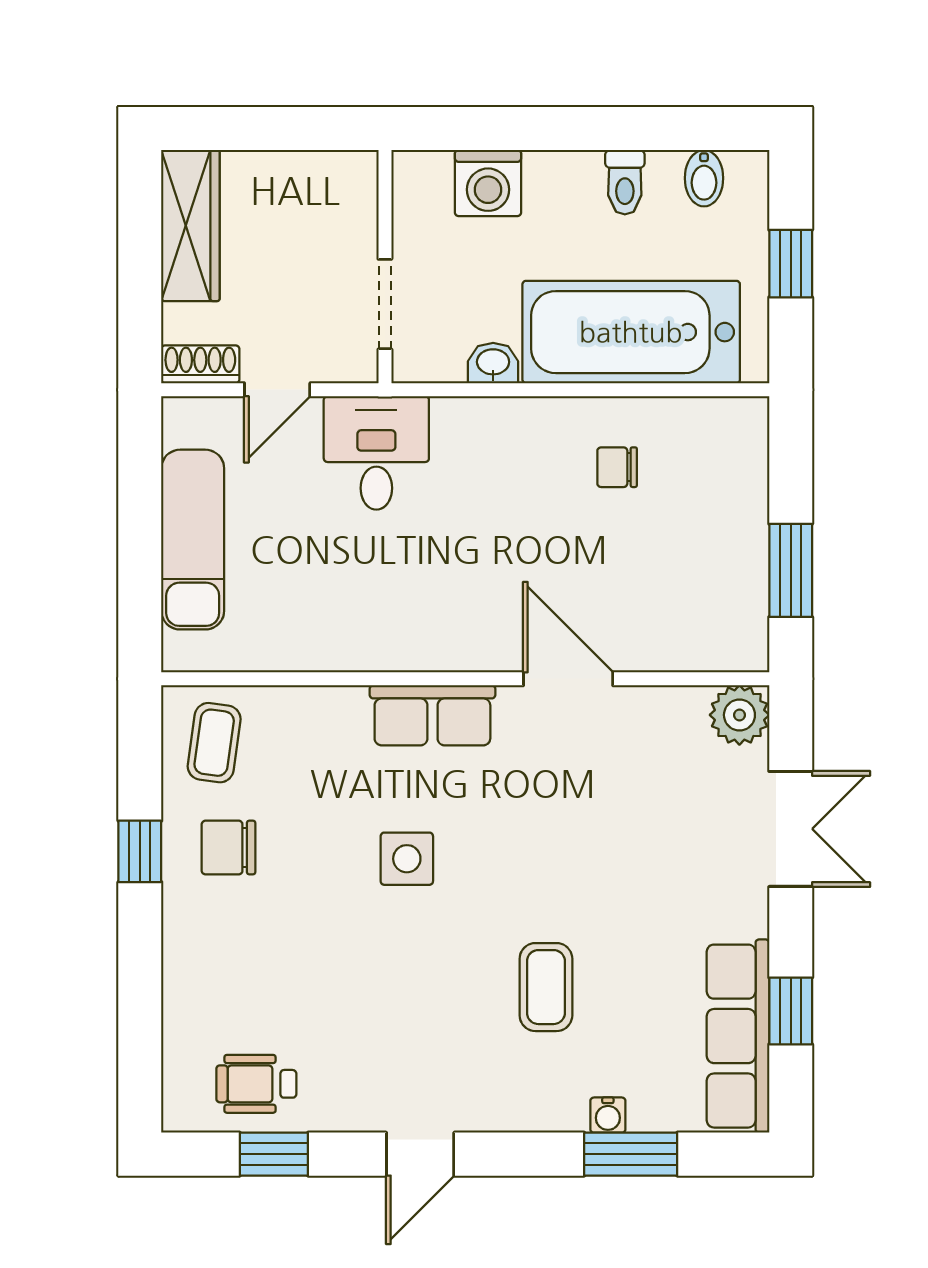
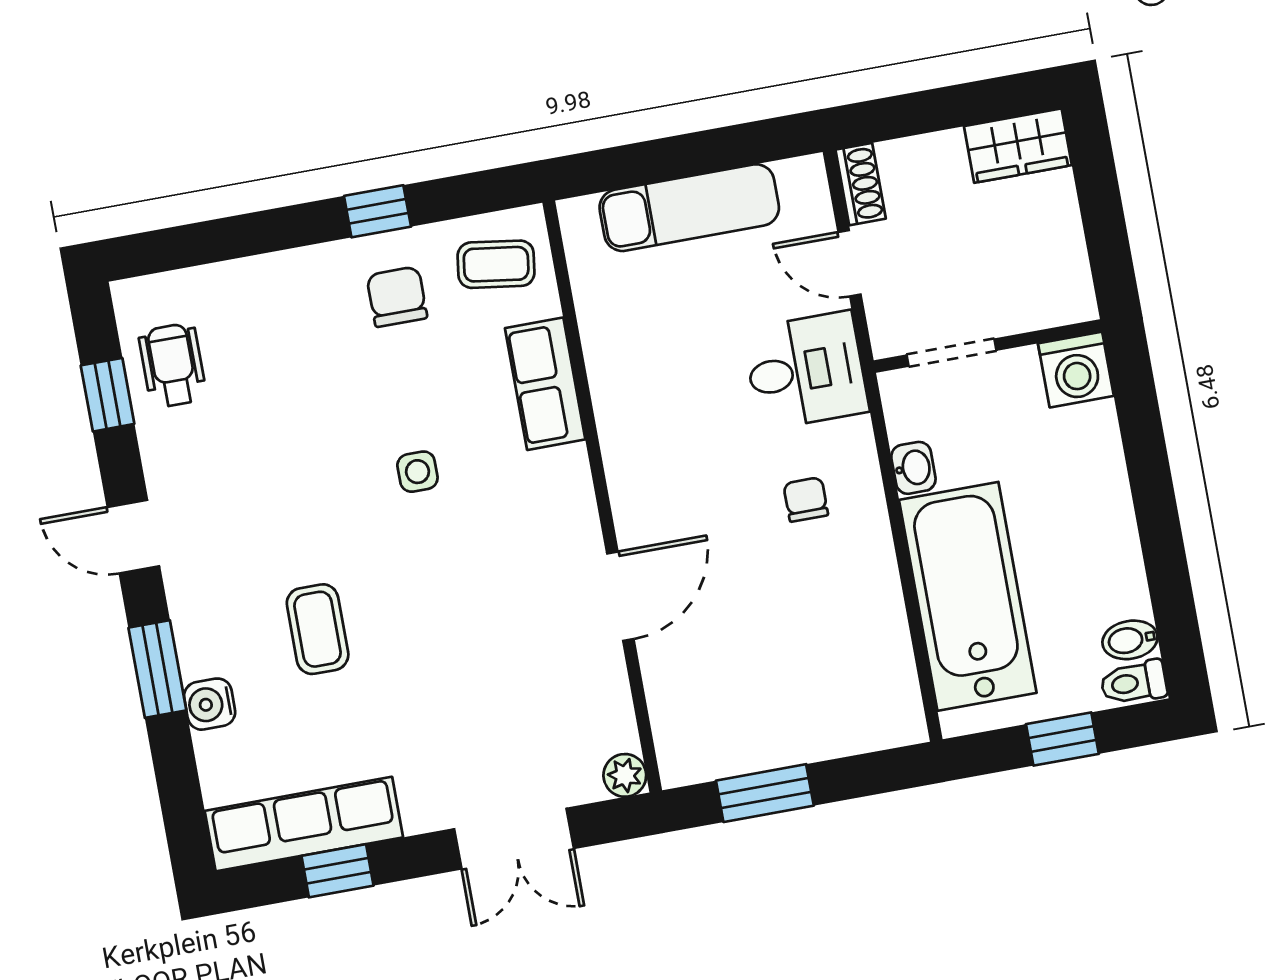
toilet: (625, 182) -> (1134, 683), moved
washing machine: (488, 183) -> (1076, 370), moved, turned -90
wardrobe: (190, 226) -> (1018, 146), width x0.67
chair: (617, 467) -> (806, 499), moved
row of seats: (432, 715) -> (545, 384), moved
plant: (739, 715) -> (625, 775), width x0.73, depth x0.73
side table: (407, 859) -> (417, 472), width x0.73, depth x0.73
coffee table: (546, 987) -> (318, 629), turned 90
water cooler: (608, 1115) -> (210, 704), width x1.38, depth x1.38
window: (631, 1154) -> (157, 669), moved

